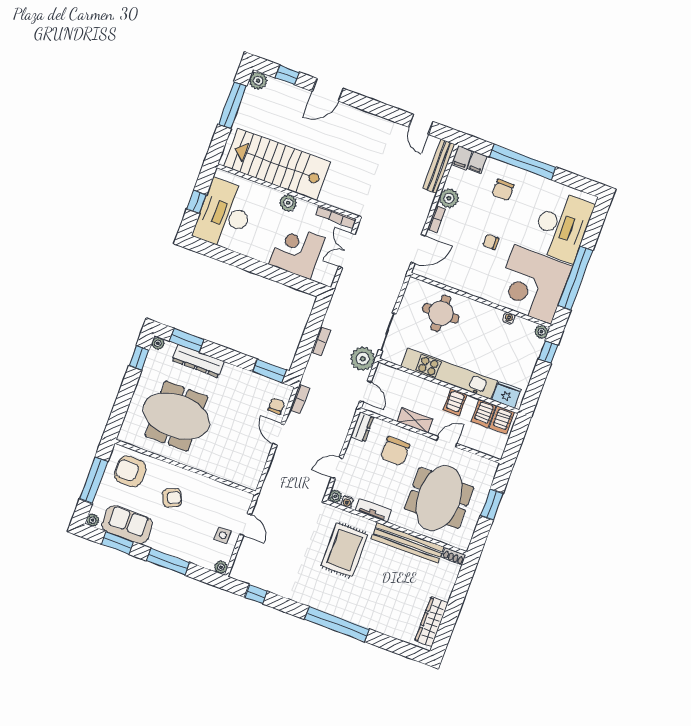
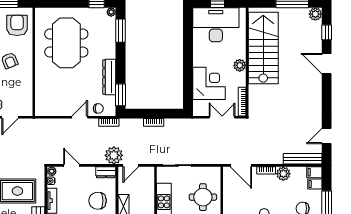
plant: (363, 359) -> (114, 155), moved
dresser: (198, 361) -> (109, 77), moved

